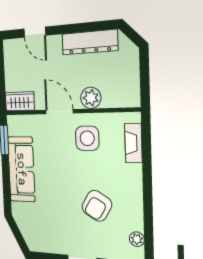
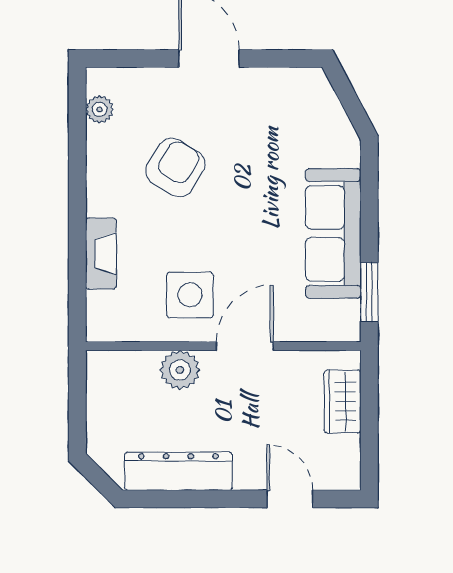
wardrobe: (20, 101) -> (343, 401), moved, turned 90
door: (59, 112) -> (245, 346), swing flipped
fireplace: (133, 143) -> (101, 254), moved

